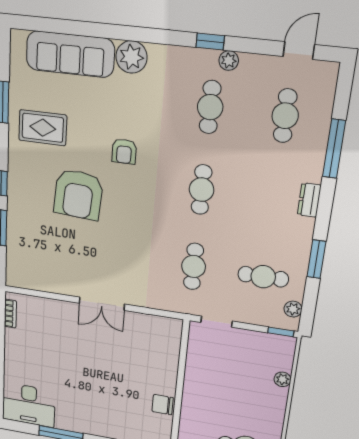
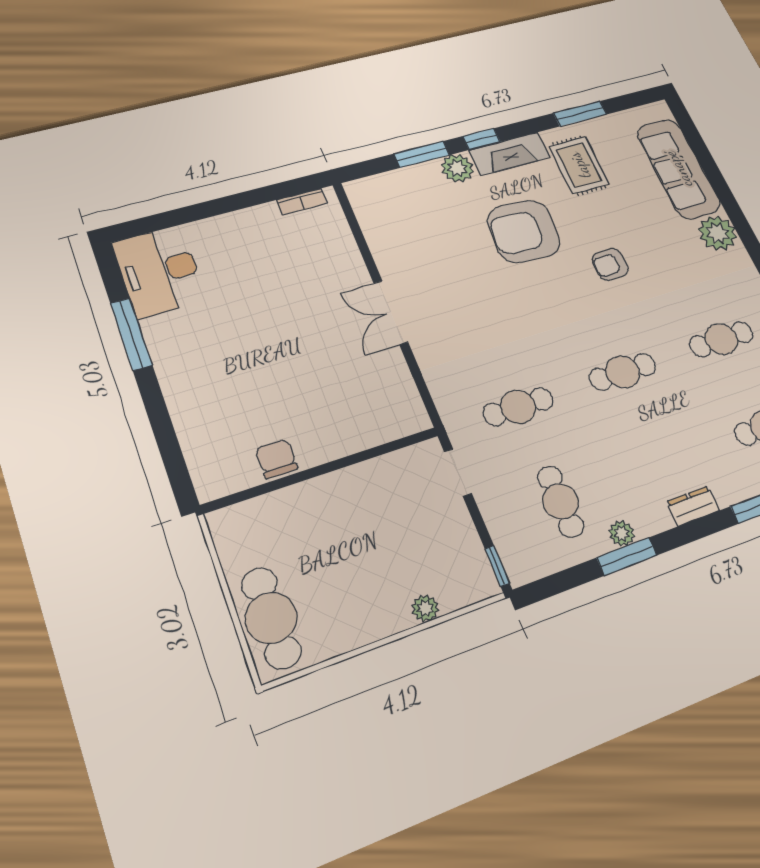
fireplace: (18, 171) -> (509, 154), added
plant: (18, 211) -> (457, 168), added
plant: (293, 309) -> (622, 533), moved

